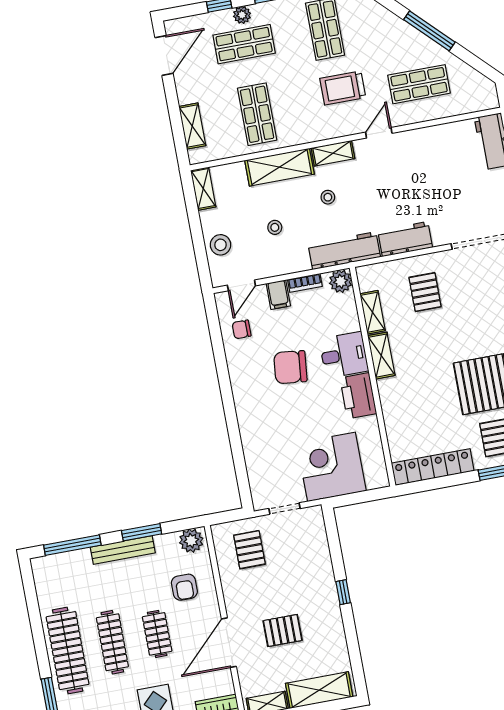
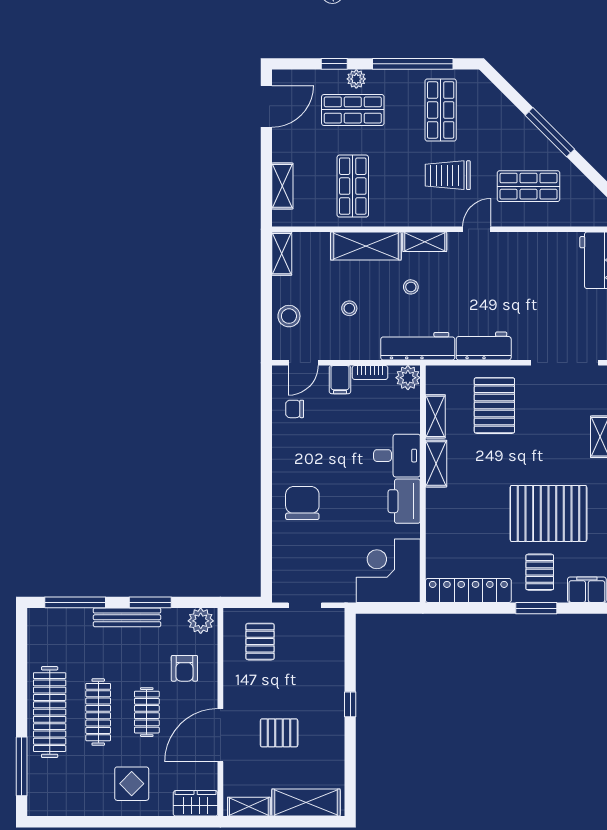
pallet: (425, 292) -> (494, 405), width x1.50, depth x1.42
chair: (290, 367) -> (302, 503), moved, turned 84
corner desk: (331, 467) -> (388, 571), moved

